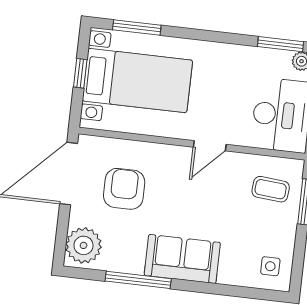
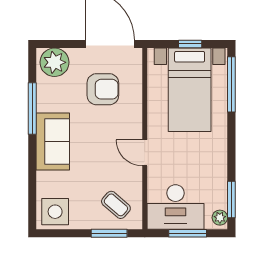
window: (137, 27) -> (231, 84), width x1.44
coffee table: (271, 189) -> (116, 205), turned -54
side table: (270, 266) -> (55, 212), width x1.87, depth x1.87

